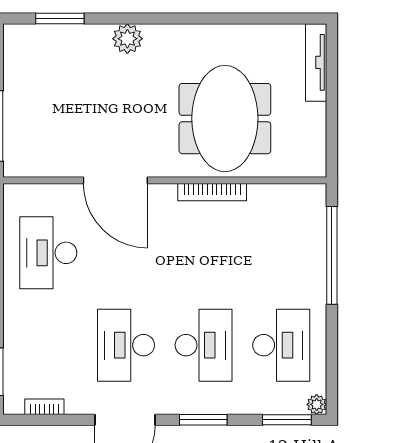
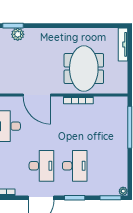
plant: (127, 39) -> (18, 34), moved
desk: (126, 345) -> (41, 166), turned 180
desk: (281, 345) -> (108, 166), removed

